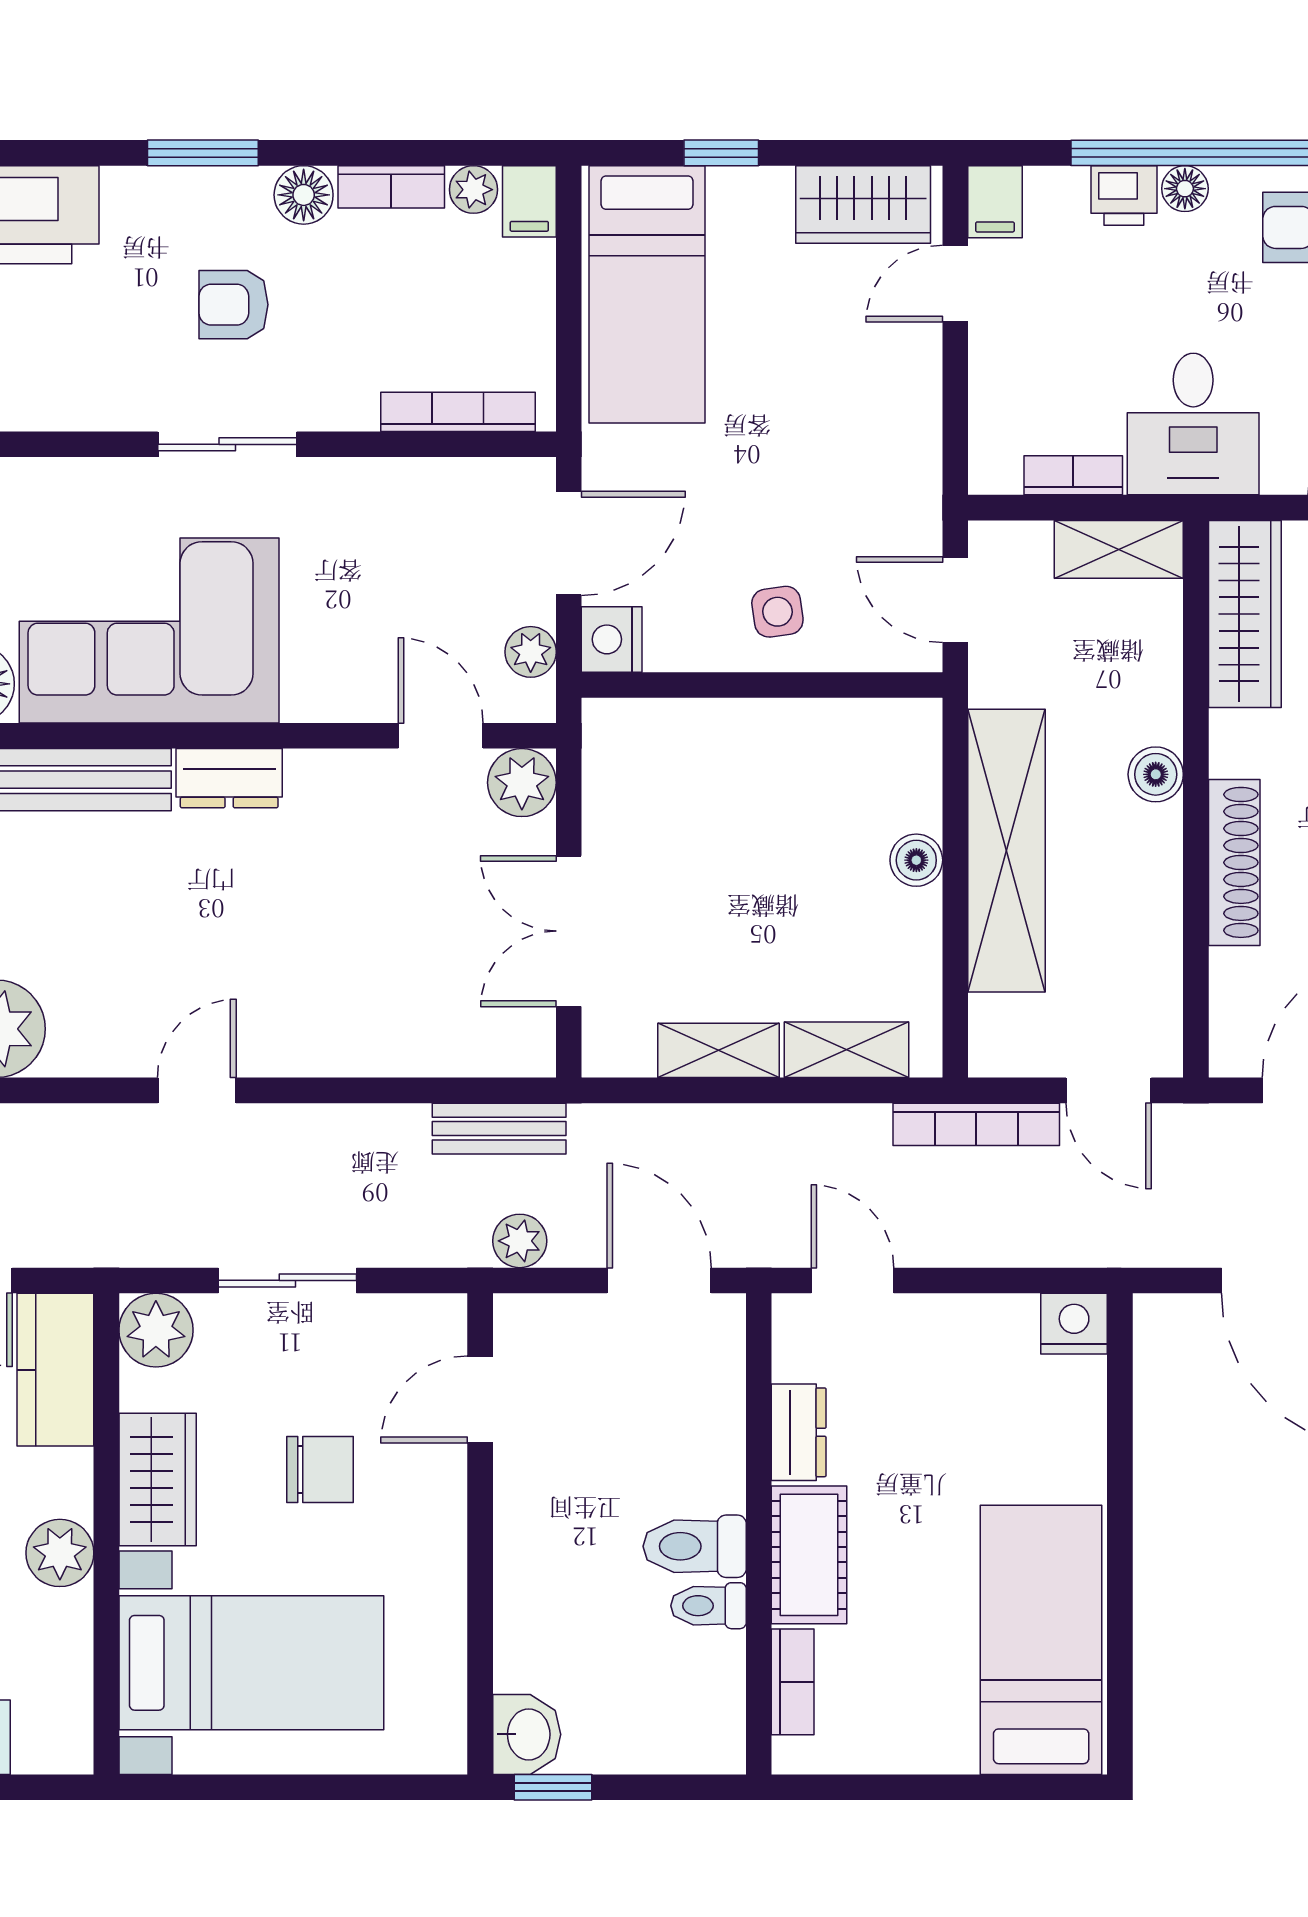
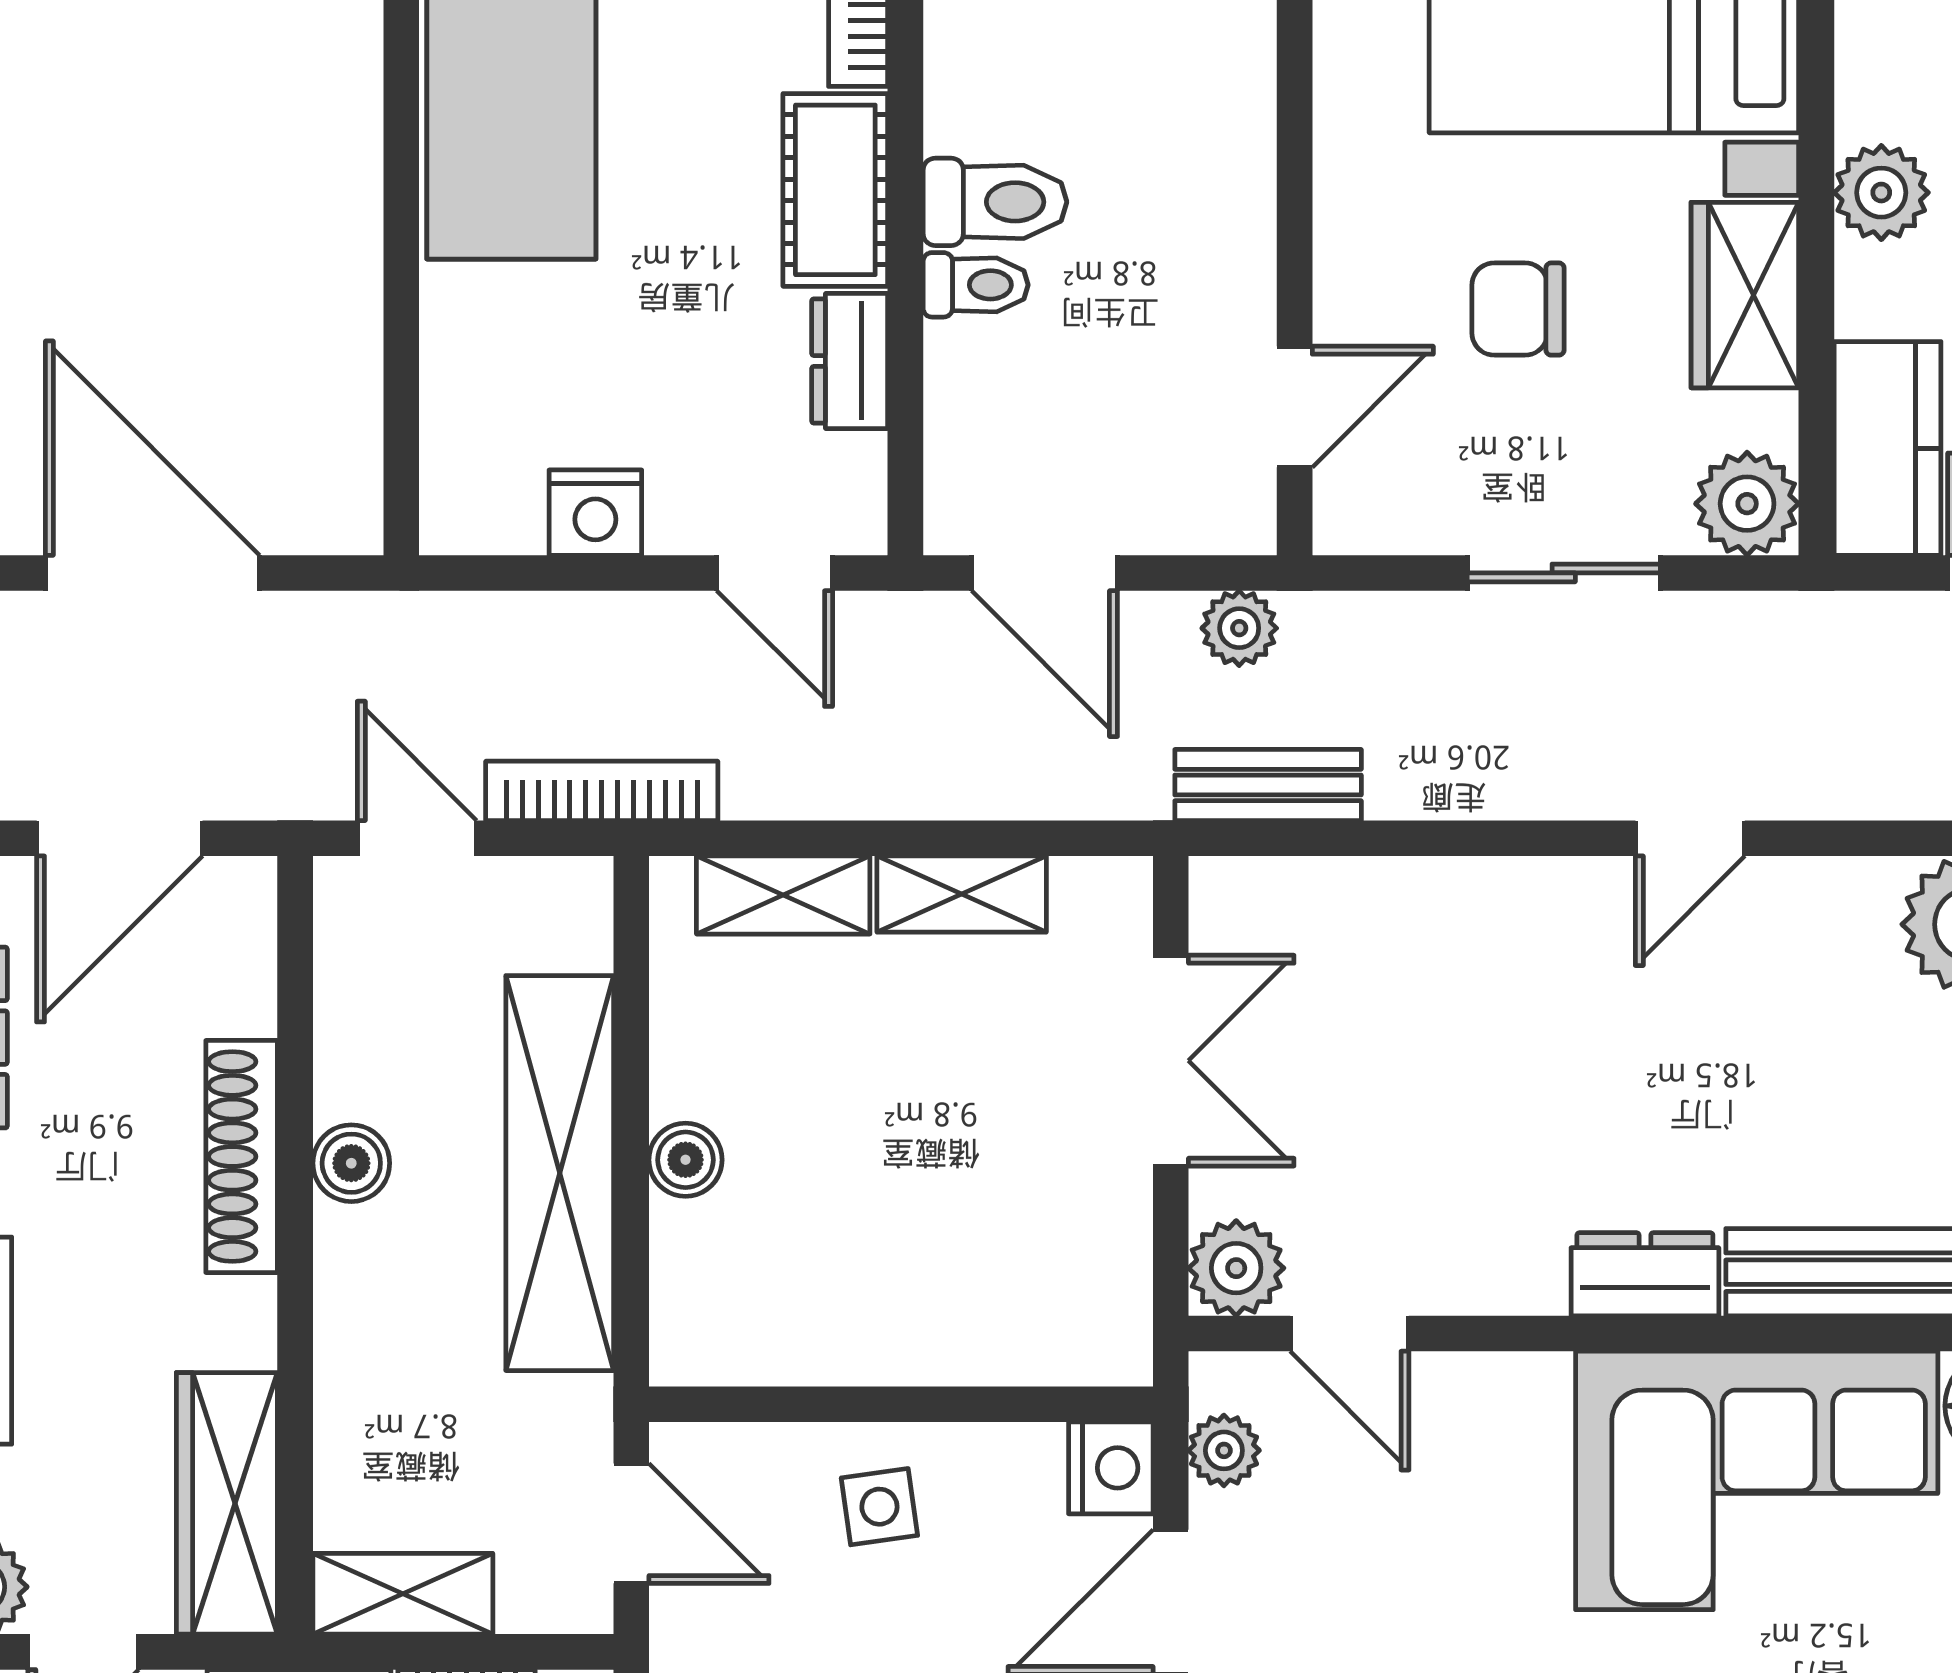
boiler: (1156, 774) -> (351, 1163), moved
nightstand: (1074, 1324) -> (595, 513), moved
toilet: (709, 1606) -> (976, 285), moved

